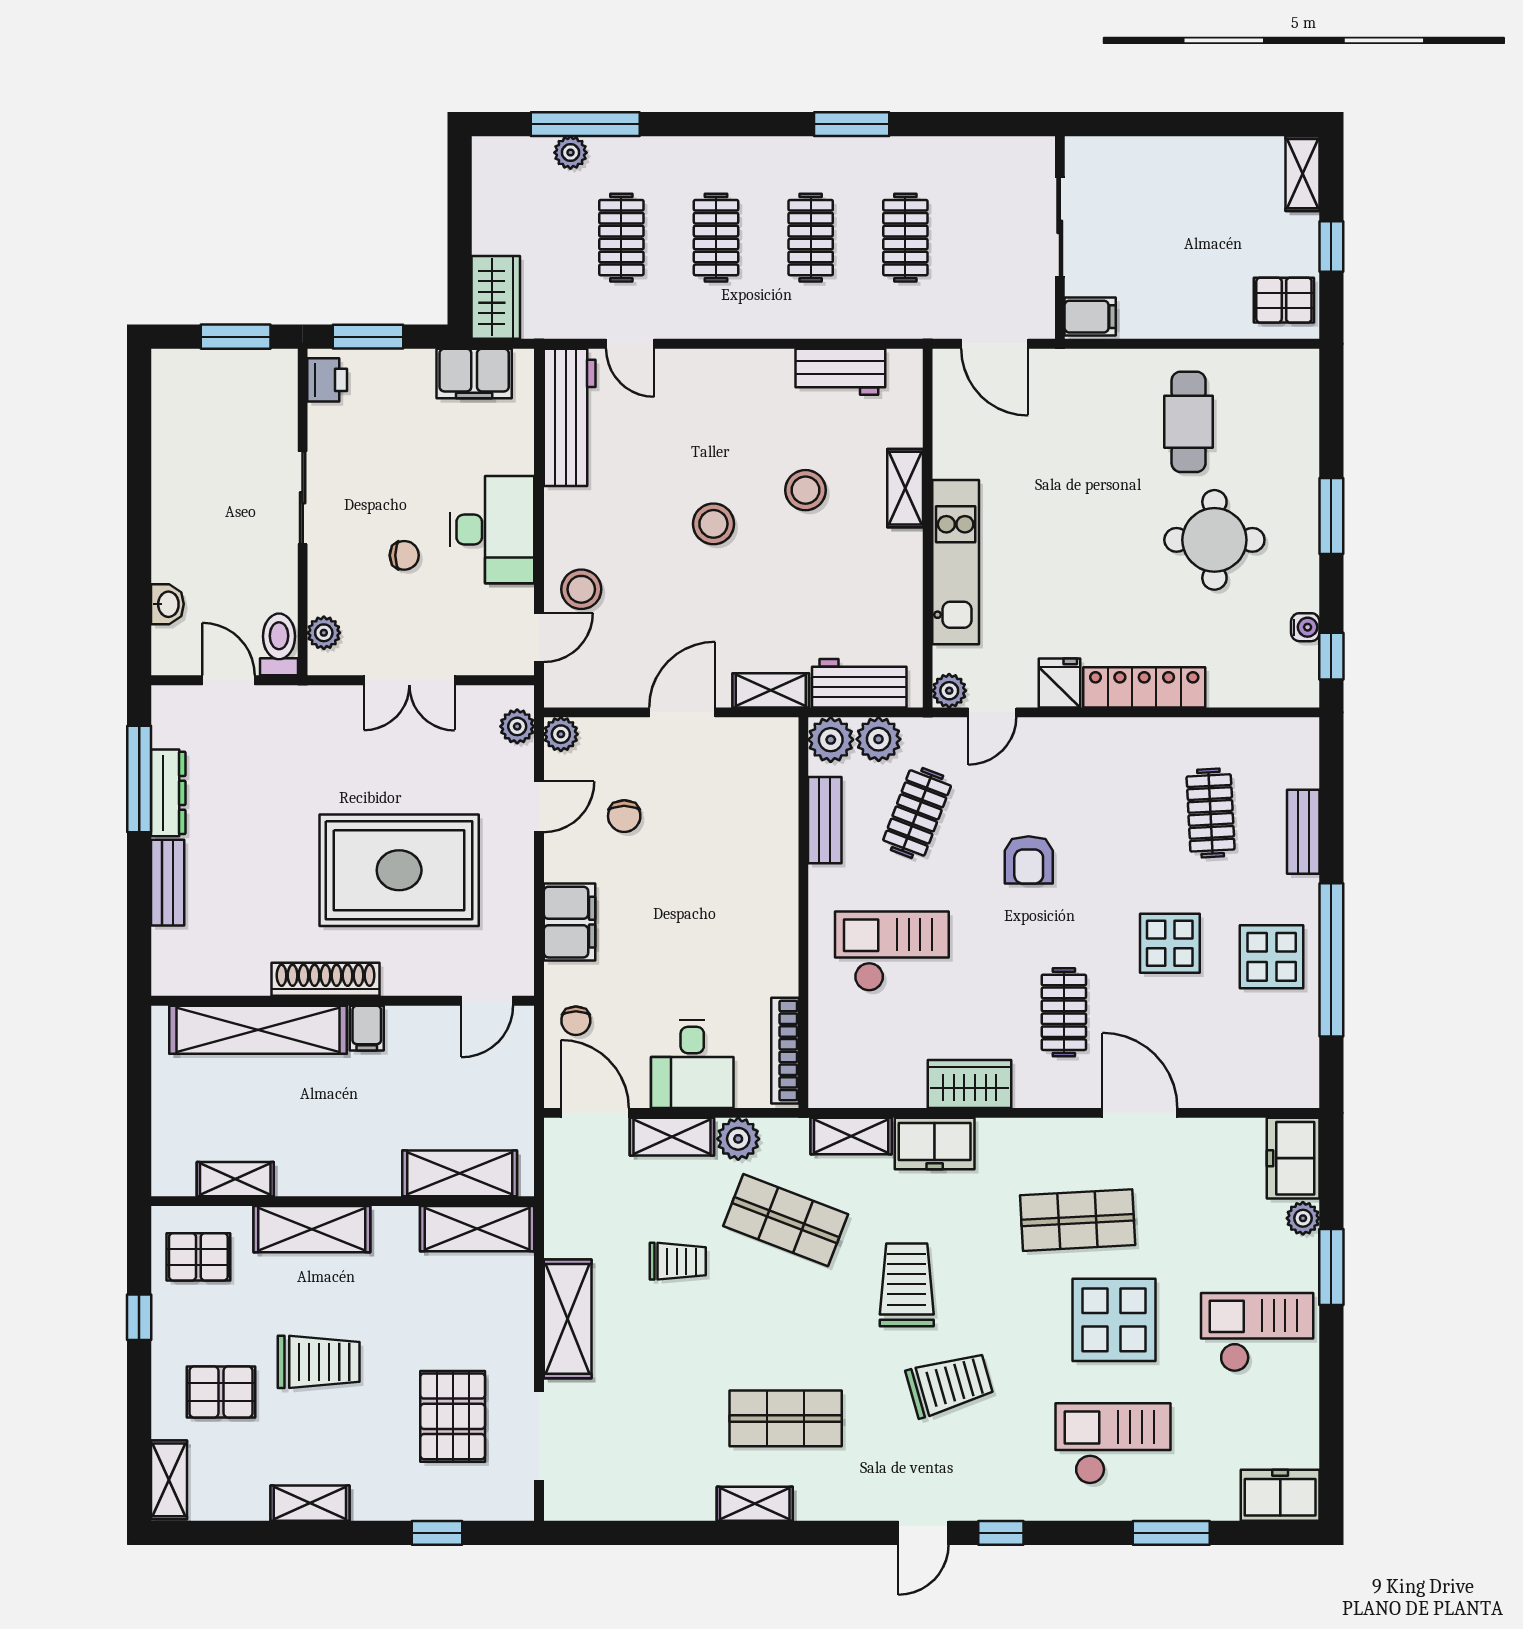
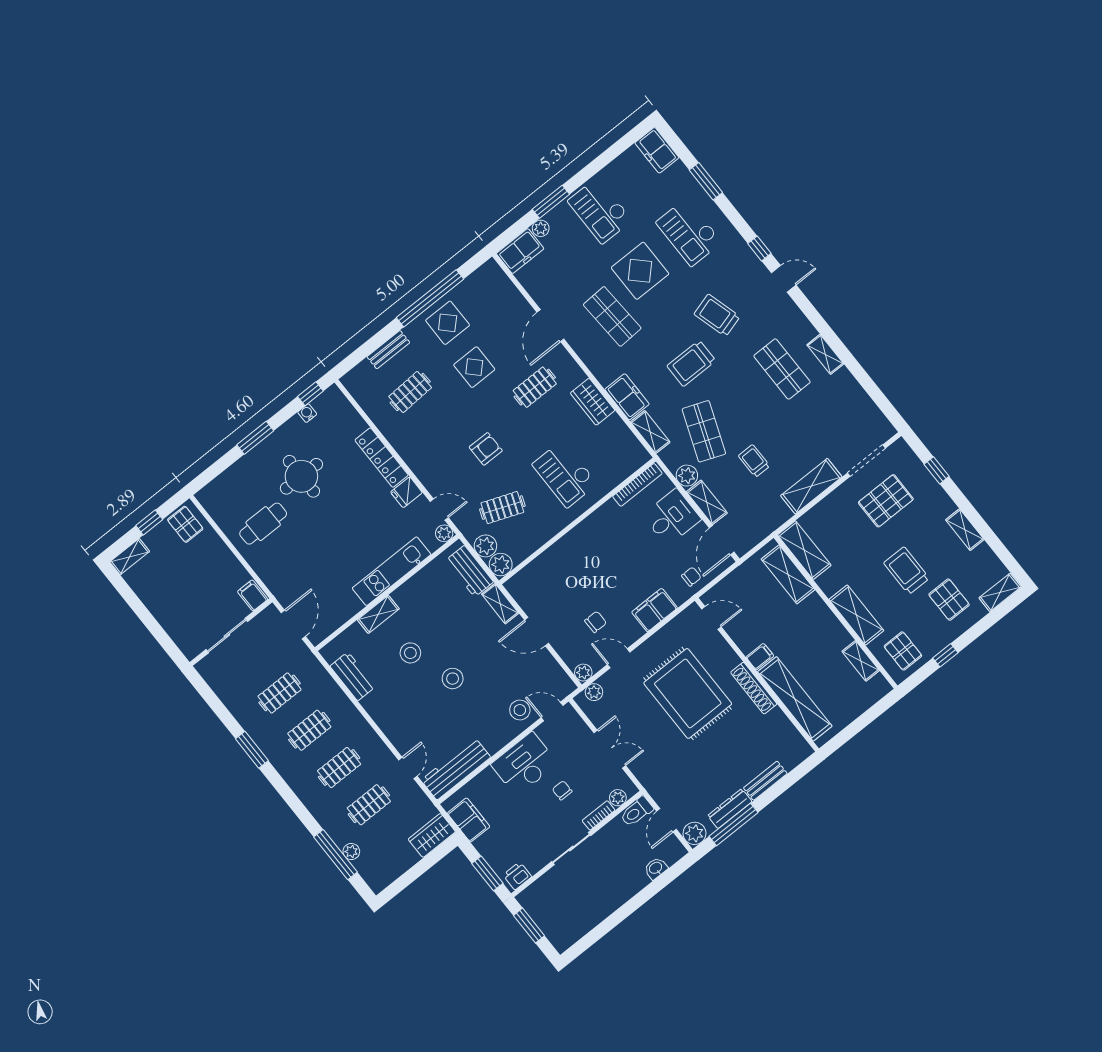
bookcase: (320, 581) -> (599, 815), added
plant: (174, 707) -> (694, 833), added
bench: (825, 820) -> (534, 542), removed

